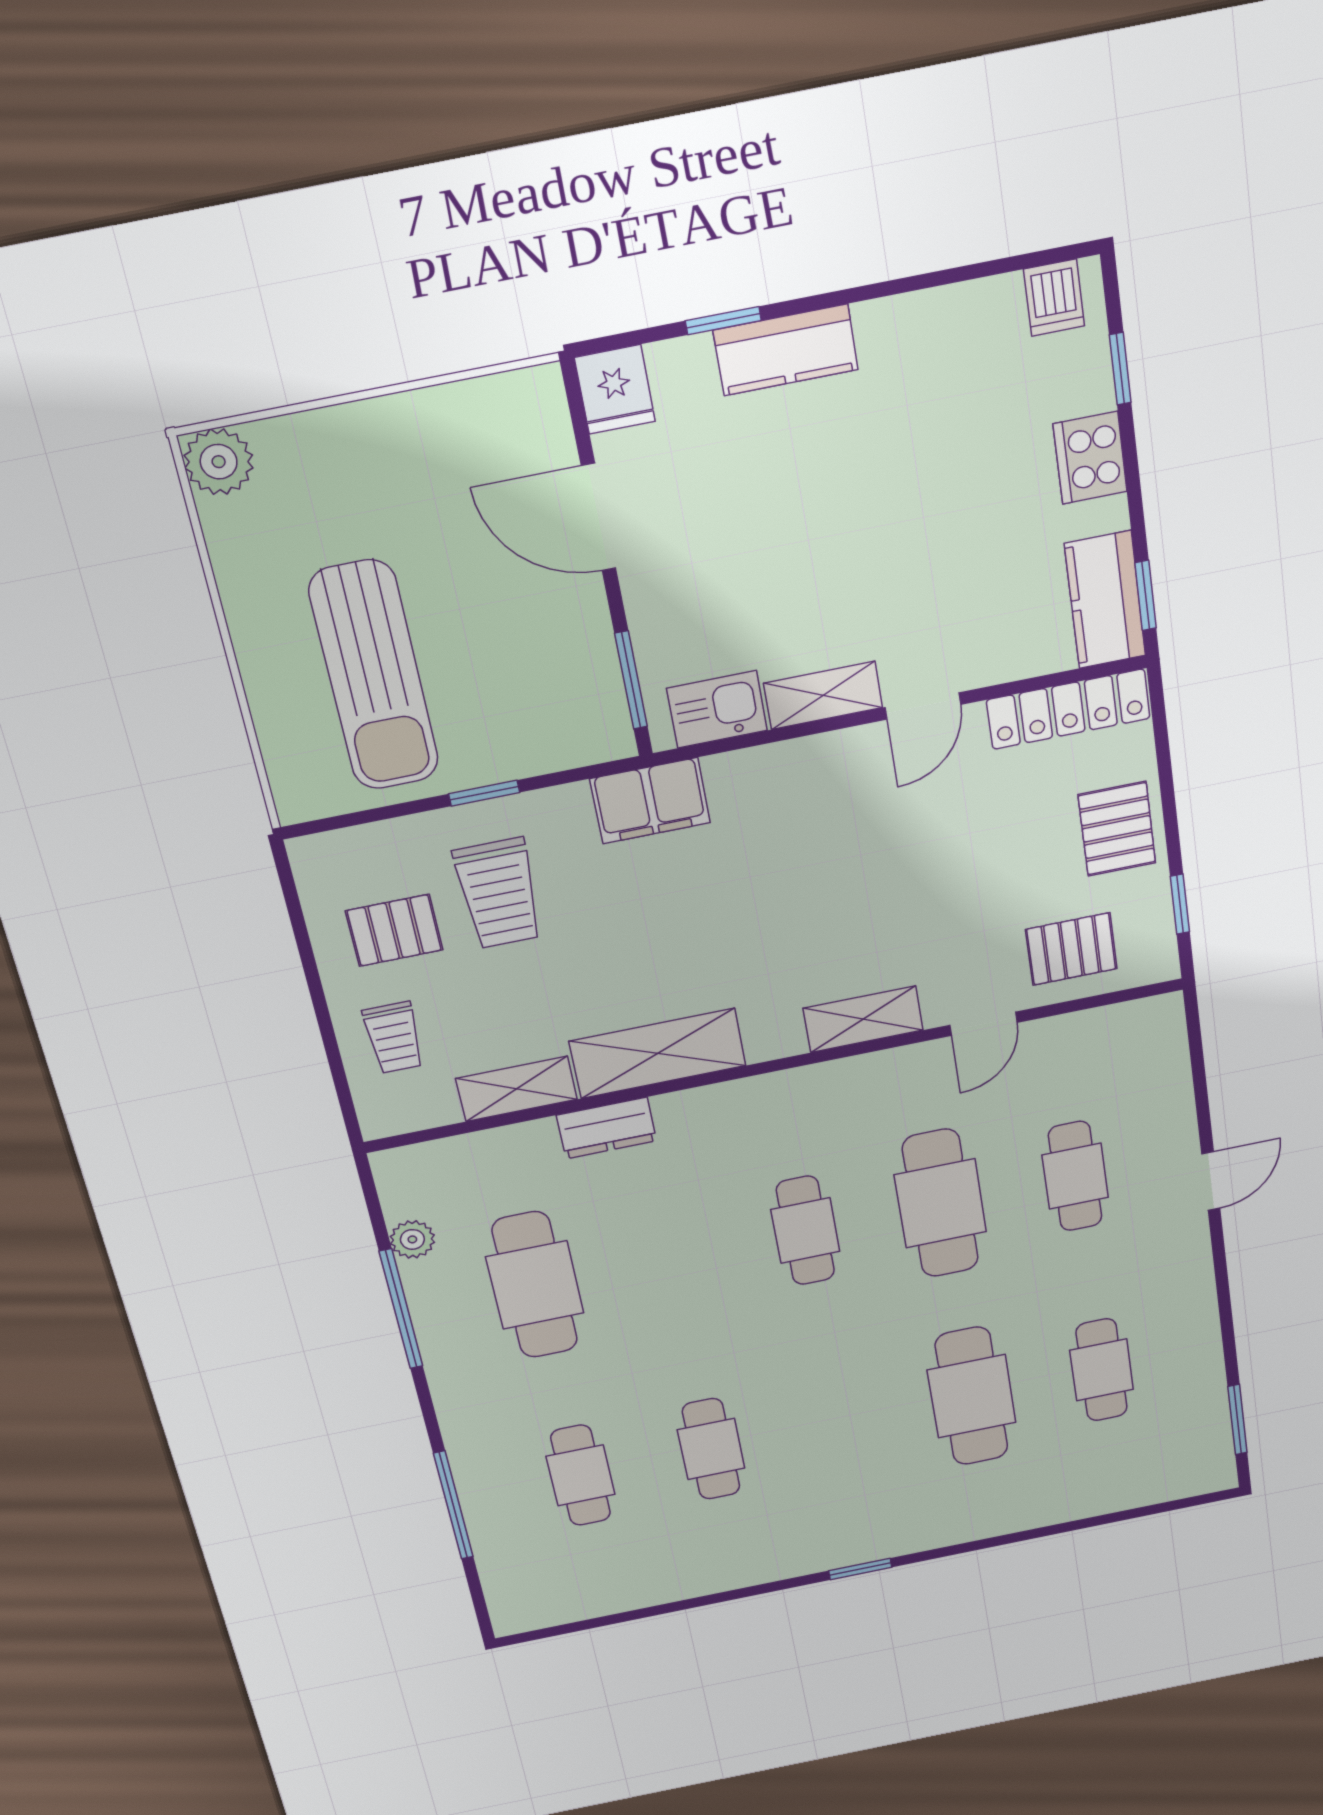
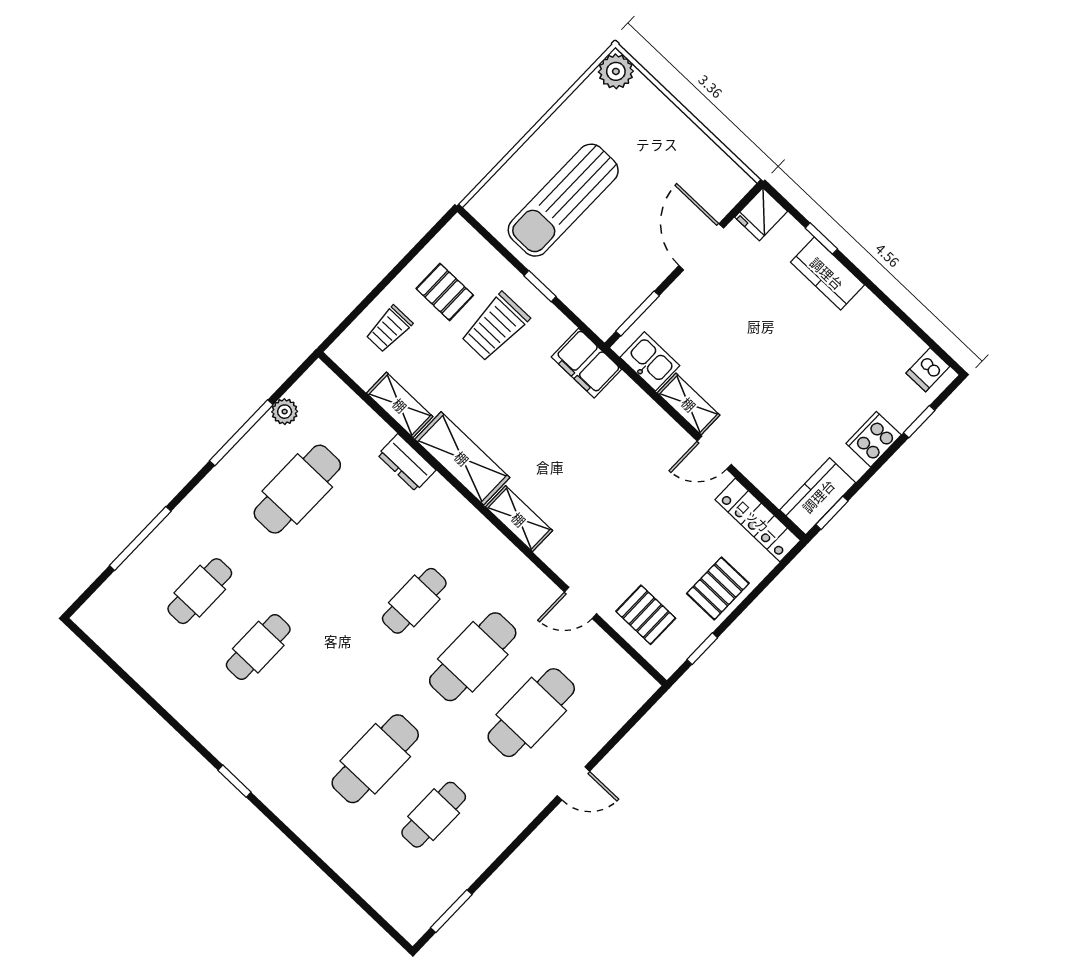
shelving: (863, 1019) -> (519, 519), moved
cafe table: (1075, 1176) -> (531, 713), width x1.37, depth x1.35

